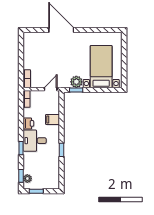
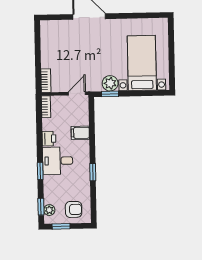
armchair: (46, 178) -> (74, 209), added

